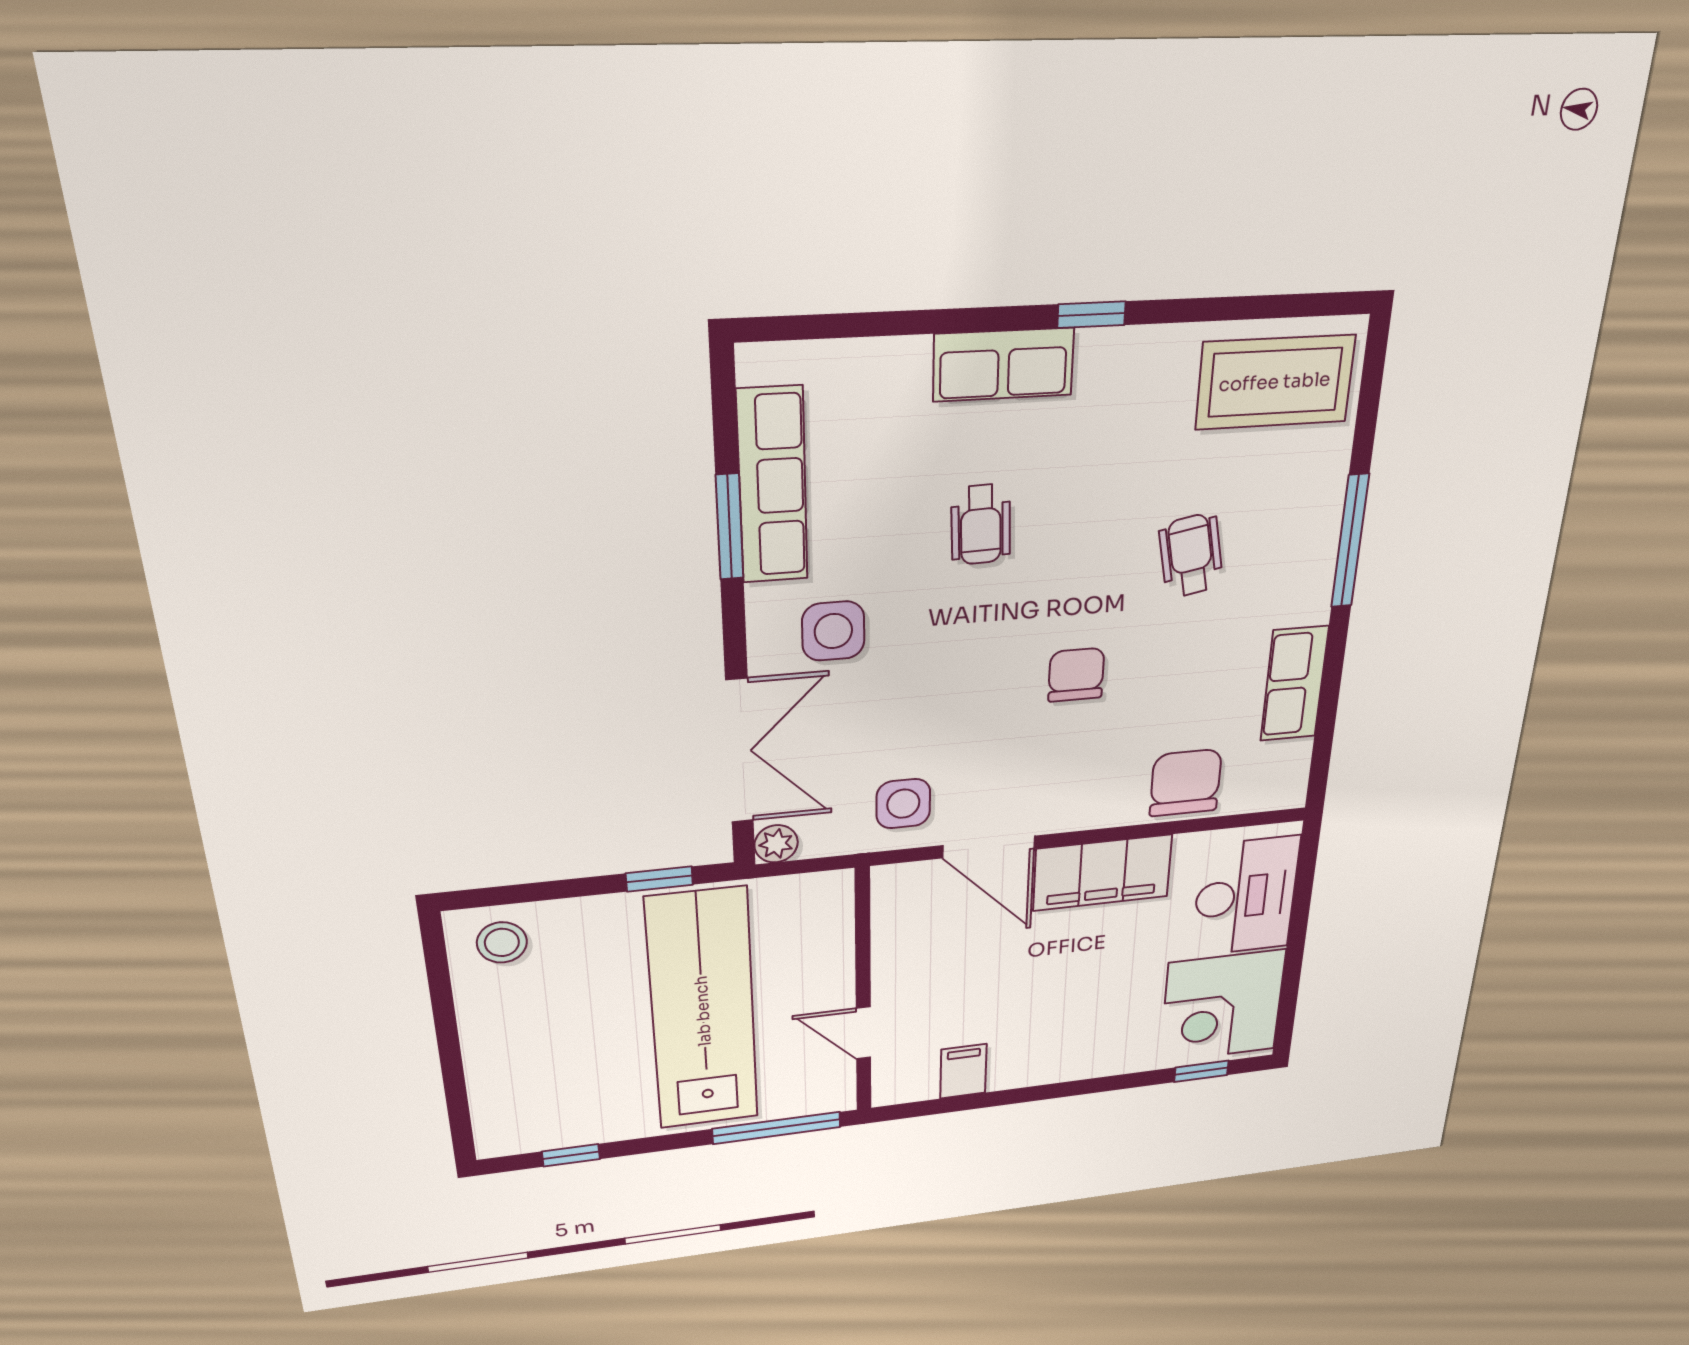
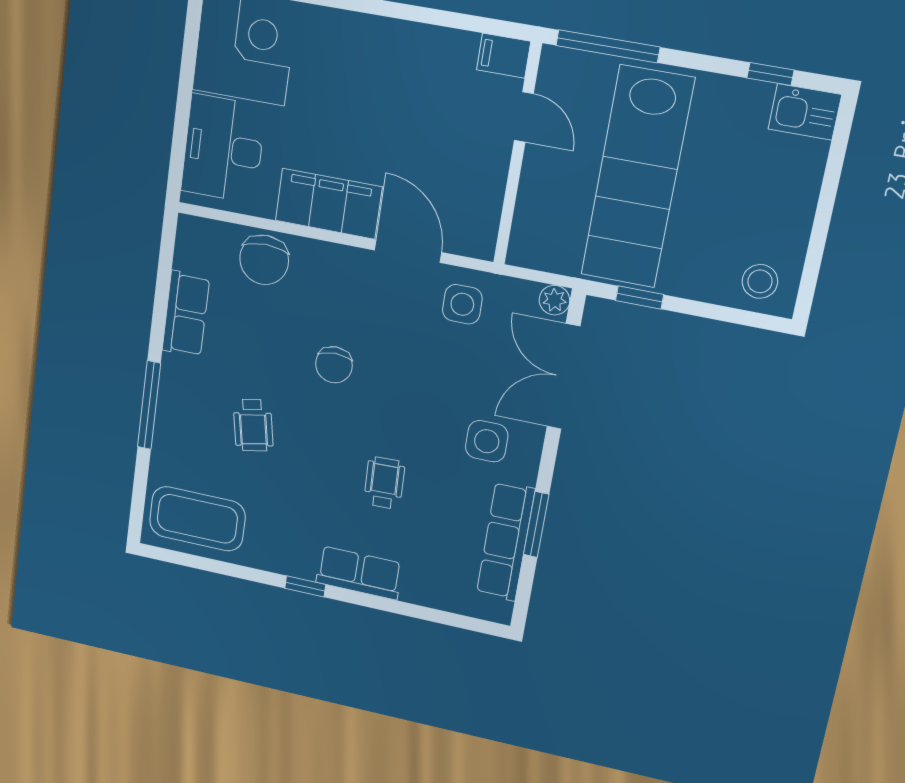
filing cabinet: (963, 1071) -> (504, 56), moved, turned 90
kitchen sink: (515, 1132) -> (805, 112), added

